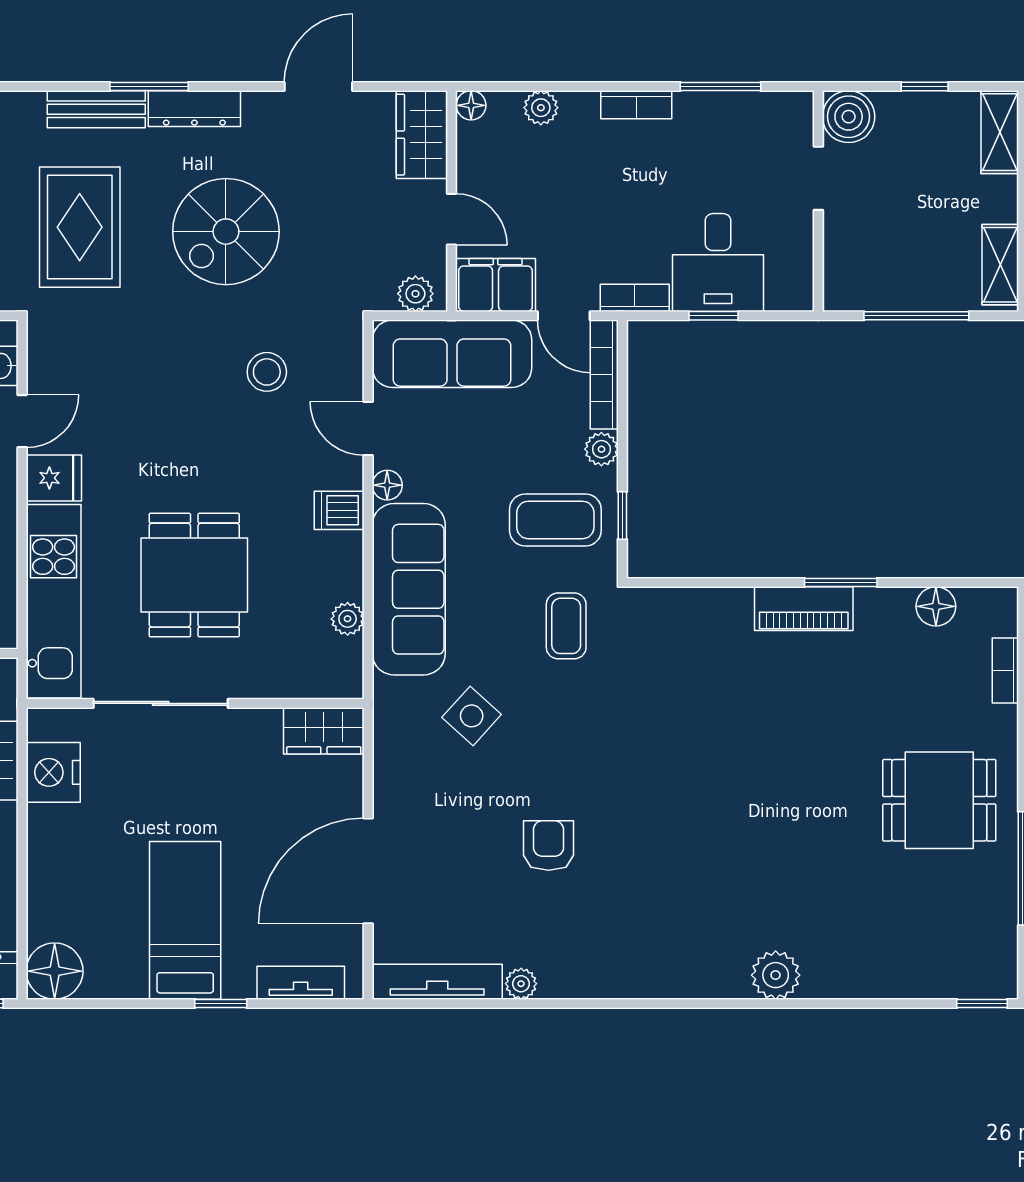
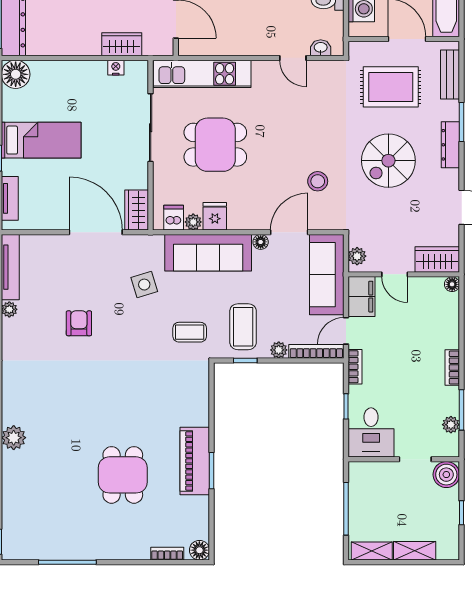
plant: (541, 108) -> (451, 425), moved
bench: (96, 109) -> (450, 74), moved
shelving: (1000, 132) -> (415, 551), moved
door: (451, 219) -> (395, 274), hinge flipped
spiral stairs: (226, 232) -> (388, 161), turned -90
desk: (718, 262) -> (371, 432), moved, turned -90
door: (368, 428) -> (289, 232), width x1.38
fridge: (54, 478) -> (215, 216), moved, turned 180
dishwasher: (339, 510) -> (174, 218), moved
floor lamp: (936, 606) -> (199, 550), moved
piano: (804, 609) -> (195, 461), width x1.37, depth x1.33
side table: (472, 716) -> (144, 285), turned 31
nightstand: (53, 772) -> (116, 68), width x0.53, depth x0.56
dining table: (939, 800) -> (123, 475), moved
armchair: (549, 846) -> (79, 323), turned -90
door: (368, 871) -> (96, 232), moved

